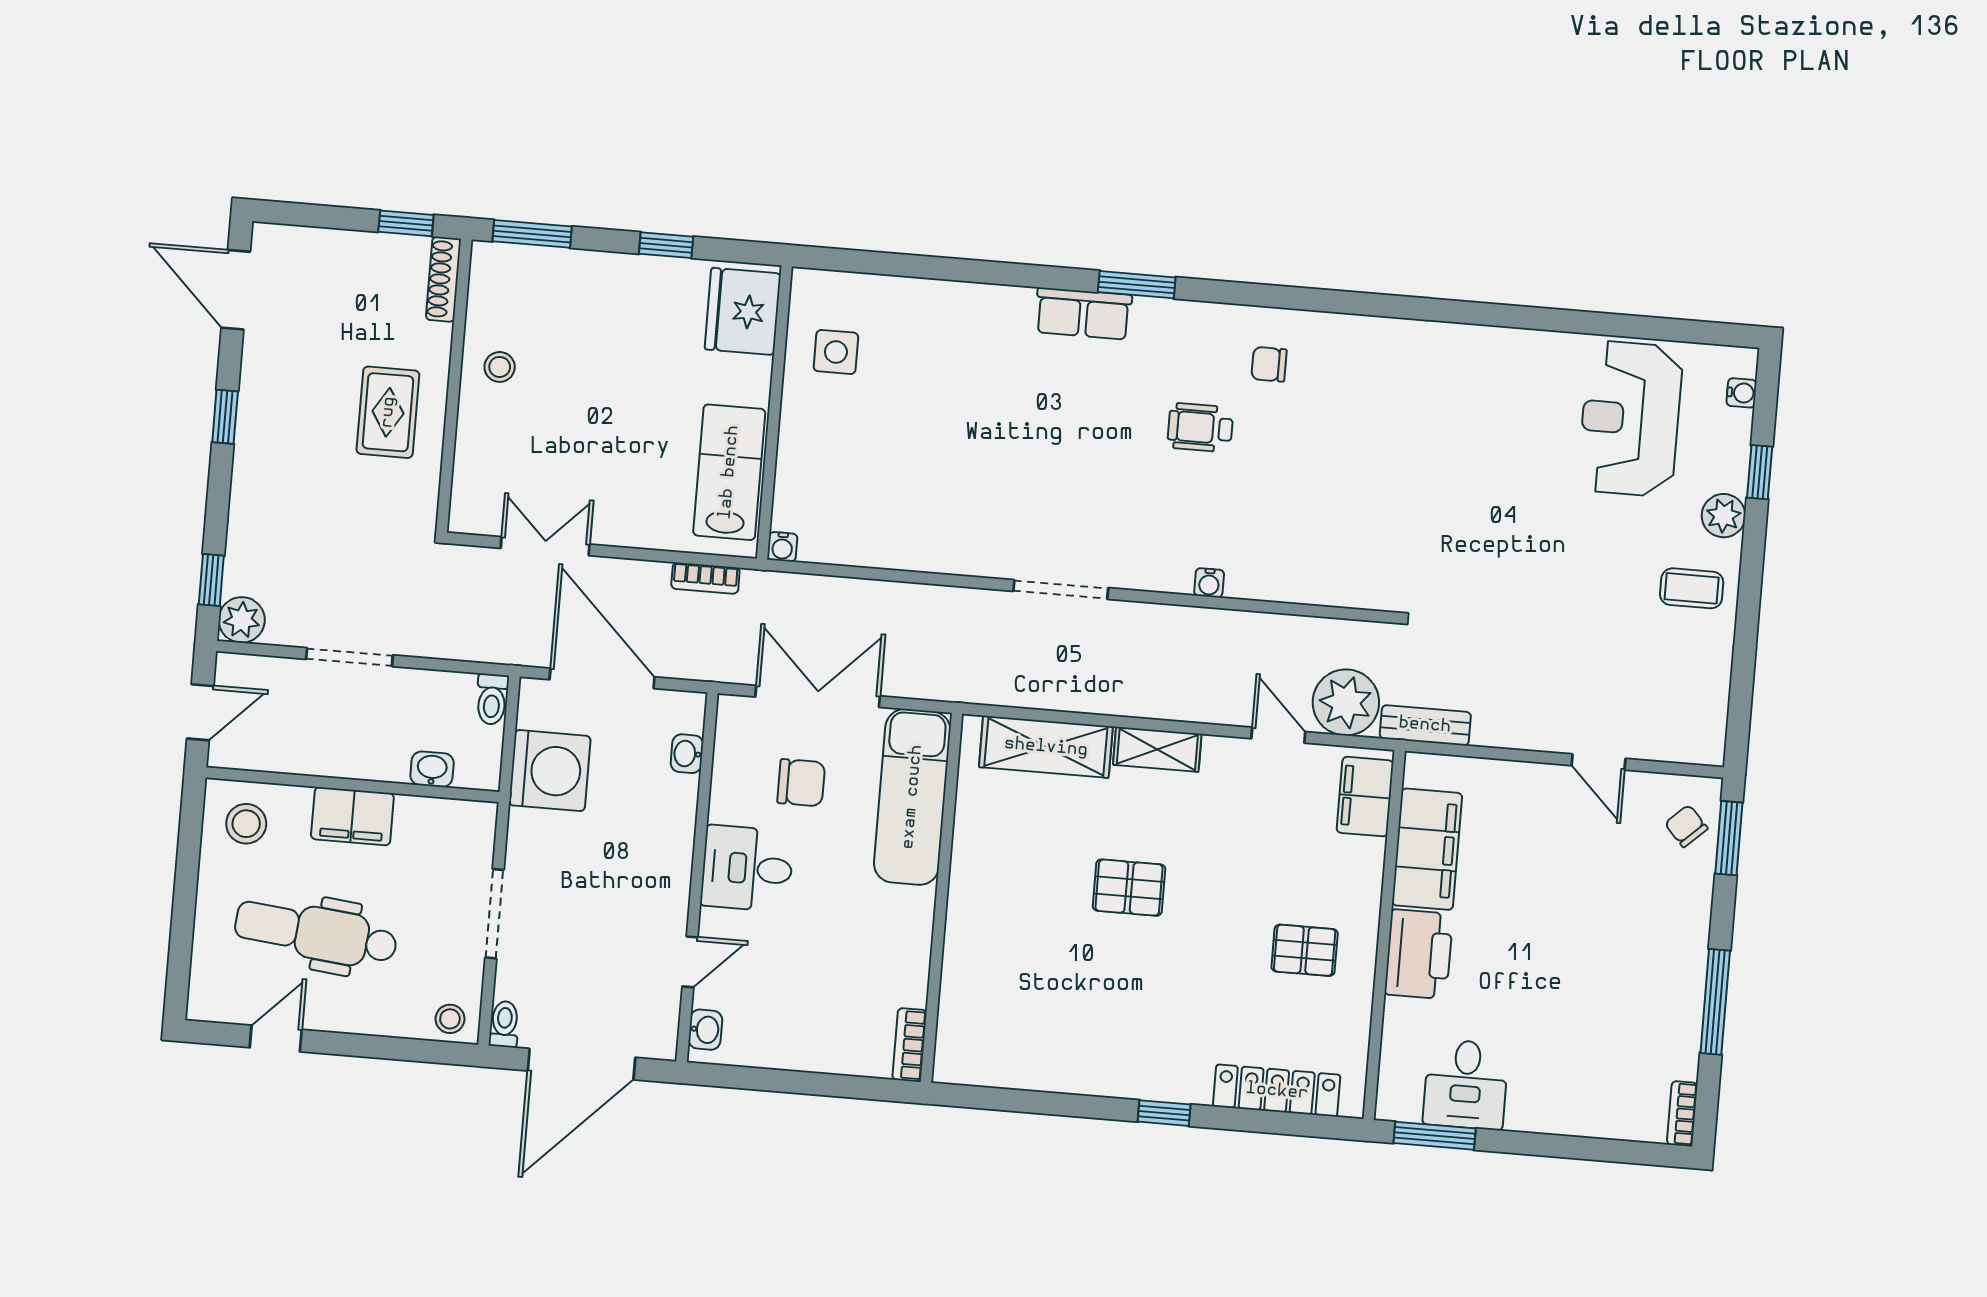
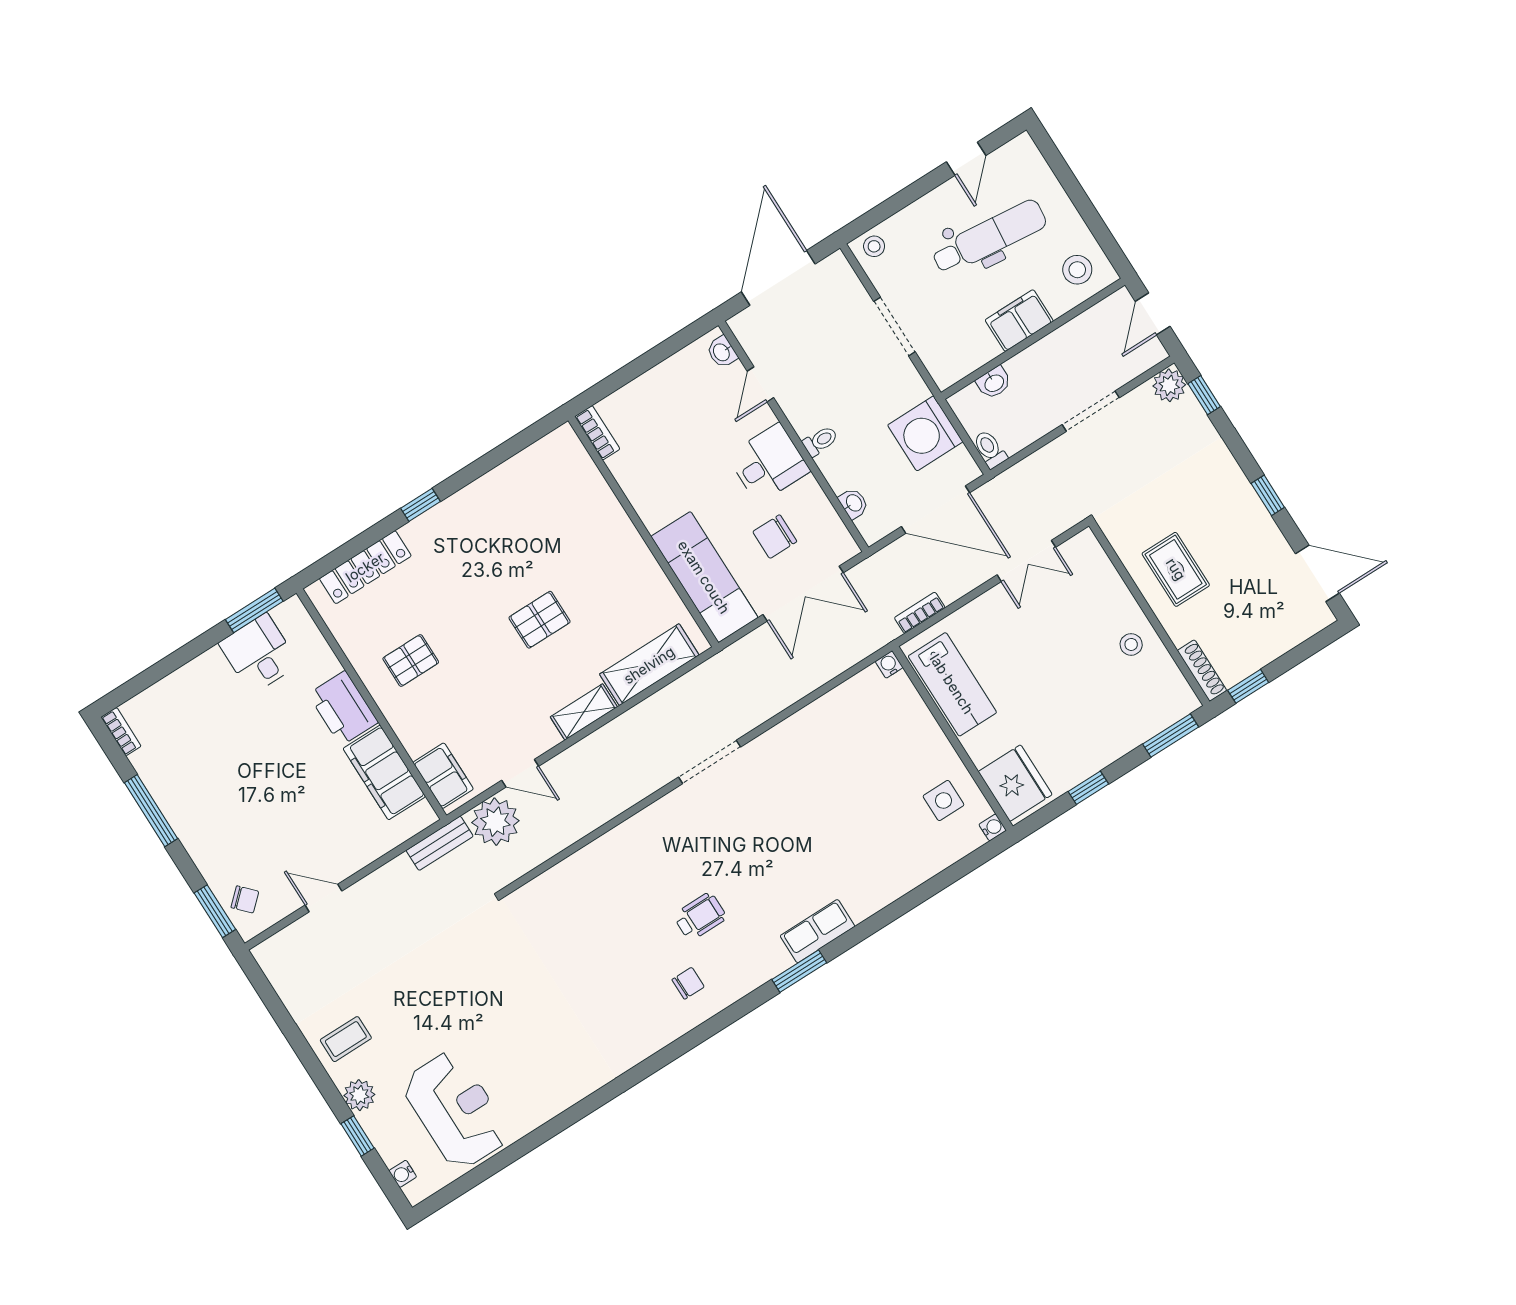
water cooler: (1209, 583) -> (993, 827), moved, turned 90
toilet: (504, 1024) -> (820, 441), moved, turned -90

